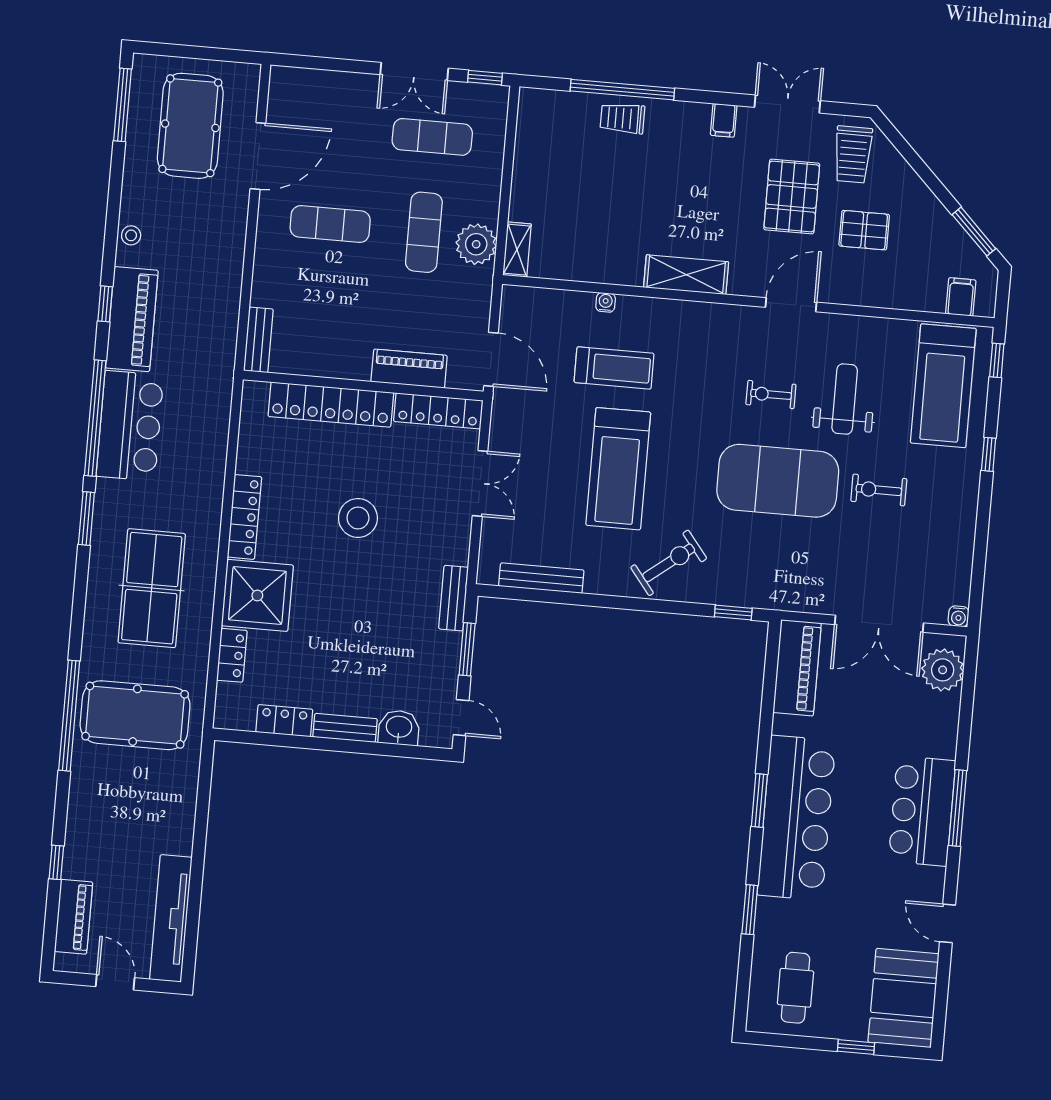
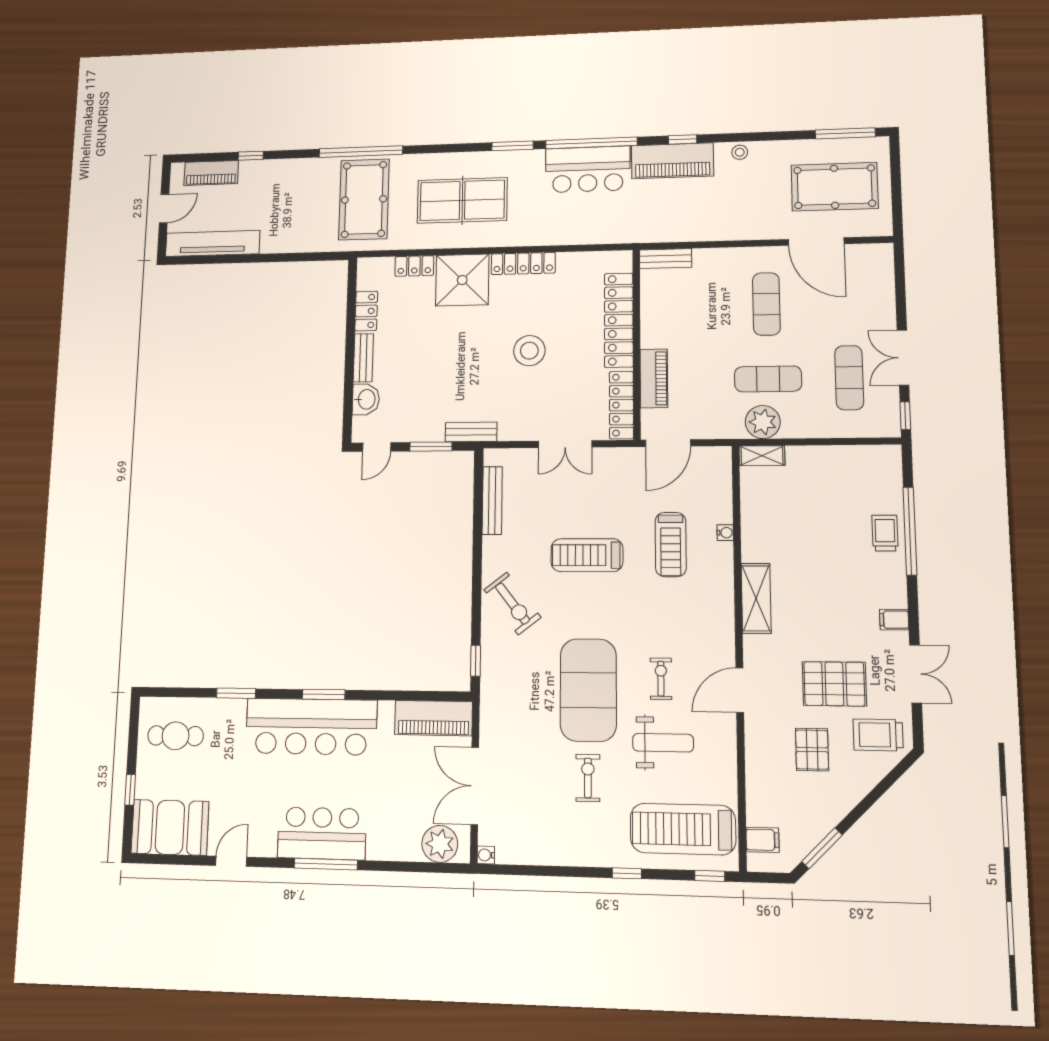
door: (791, 305) -> (740, 690), swing flipped
treadmill: (618, 469) -> (587, 555), width x0.73, depth x0.73

